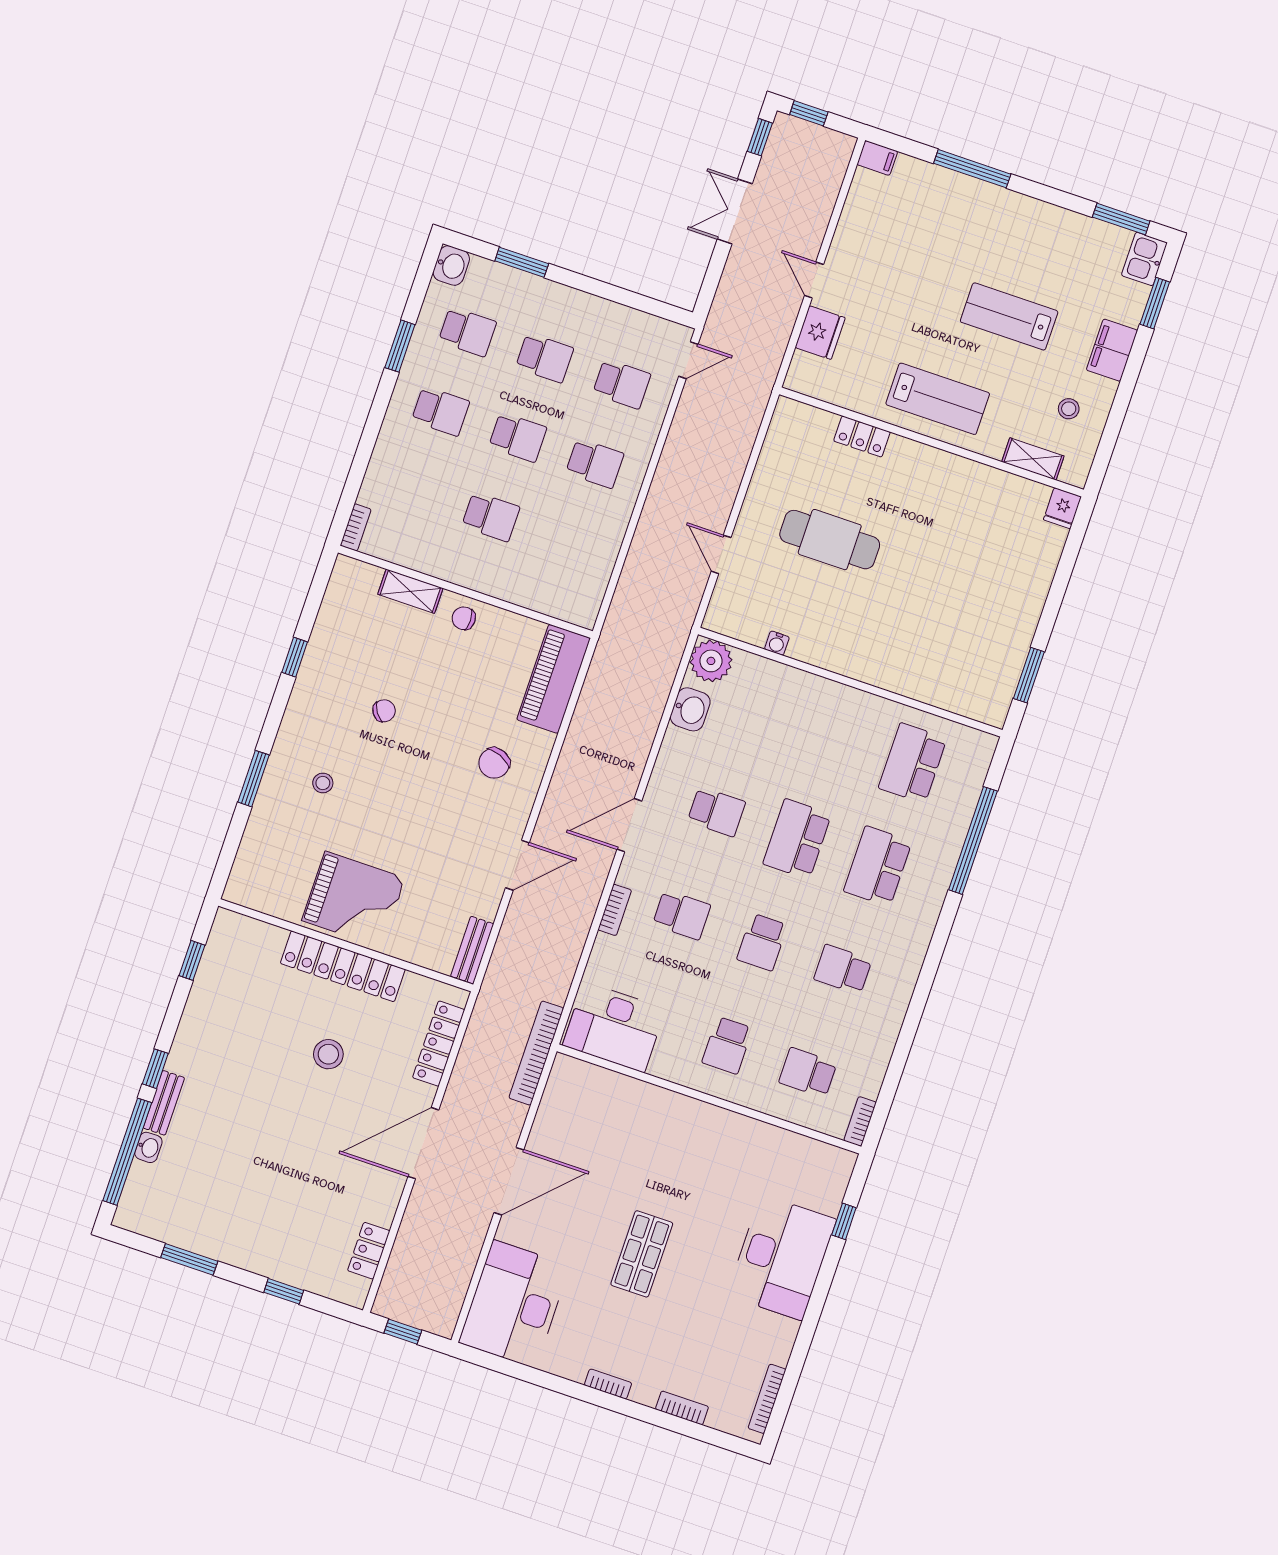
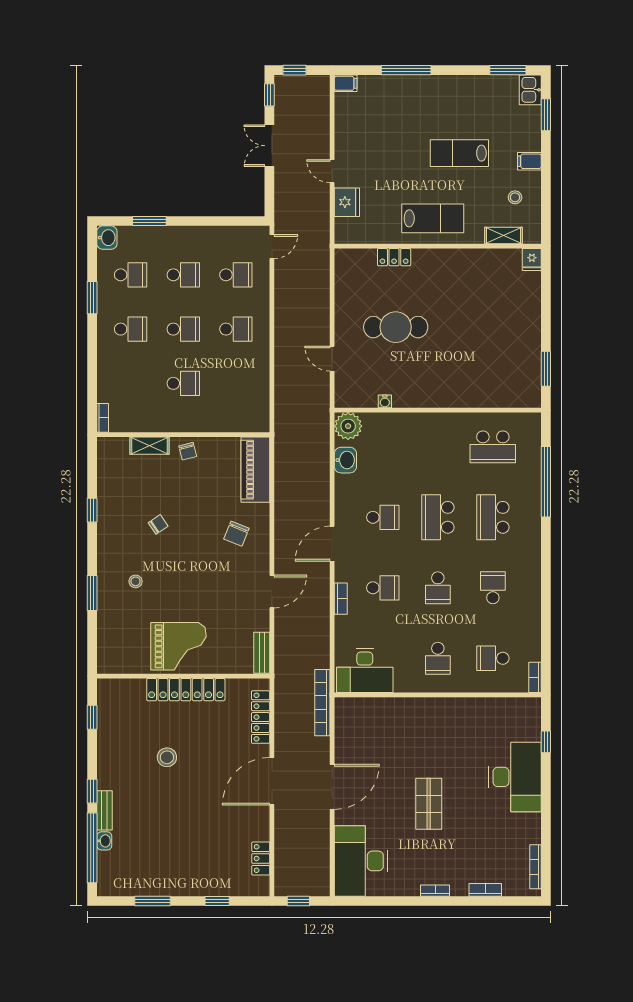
filing cabinet: (1112, 350) -> (529, 161), width x0.50
chair: (464, 618) -> (188, 451), turned -104
school desk: (913, 763) -> (493, 447), turned -90
school desk: (843, 969) -> (493, 588), turned 90
stool: (328, 1054) -> (167, 757), moved

